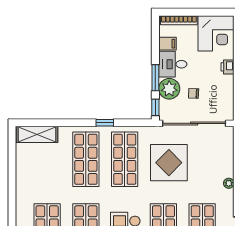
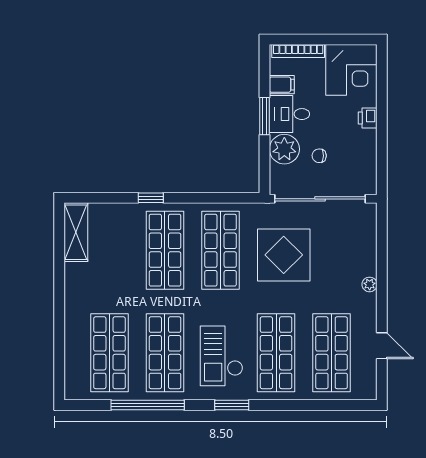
window: (155, 78) -> (265, 116), moved
window: (155, 107) -> (265, 176), removed
window: (105, 123) -> (151, 198), moved
shelving: (37, 134) -> (76, 232), moved, turned 90

